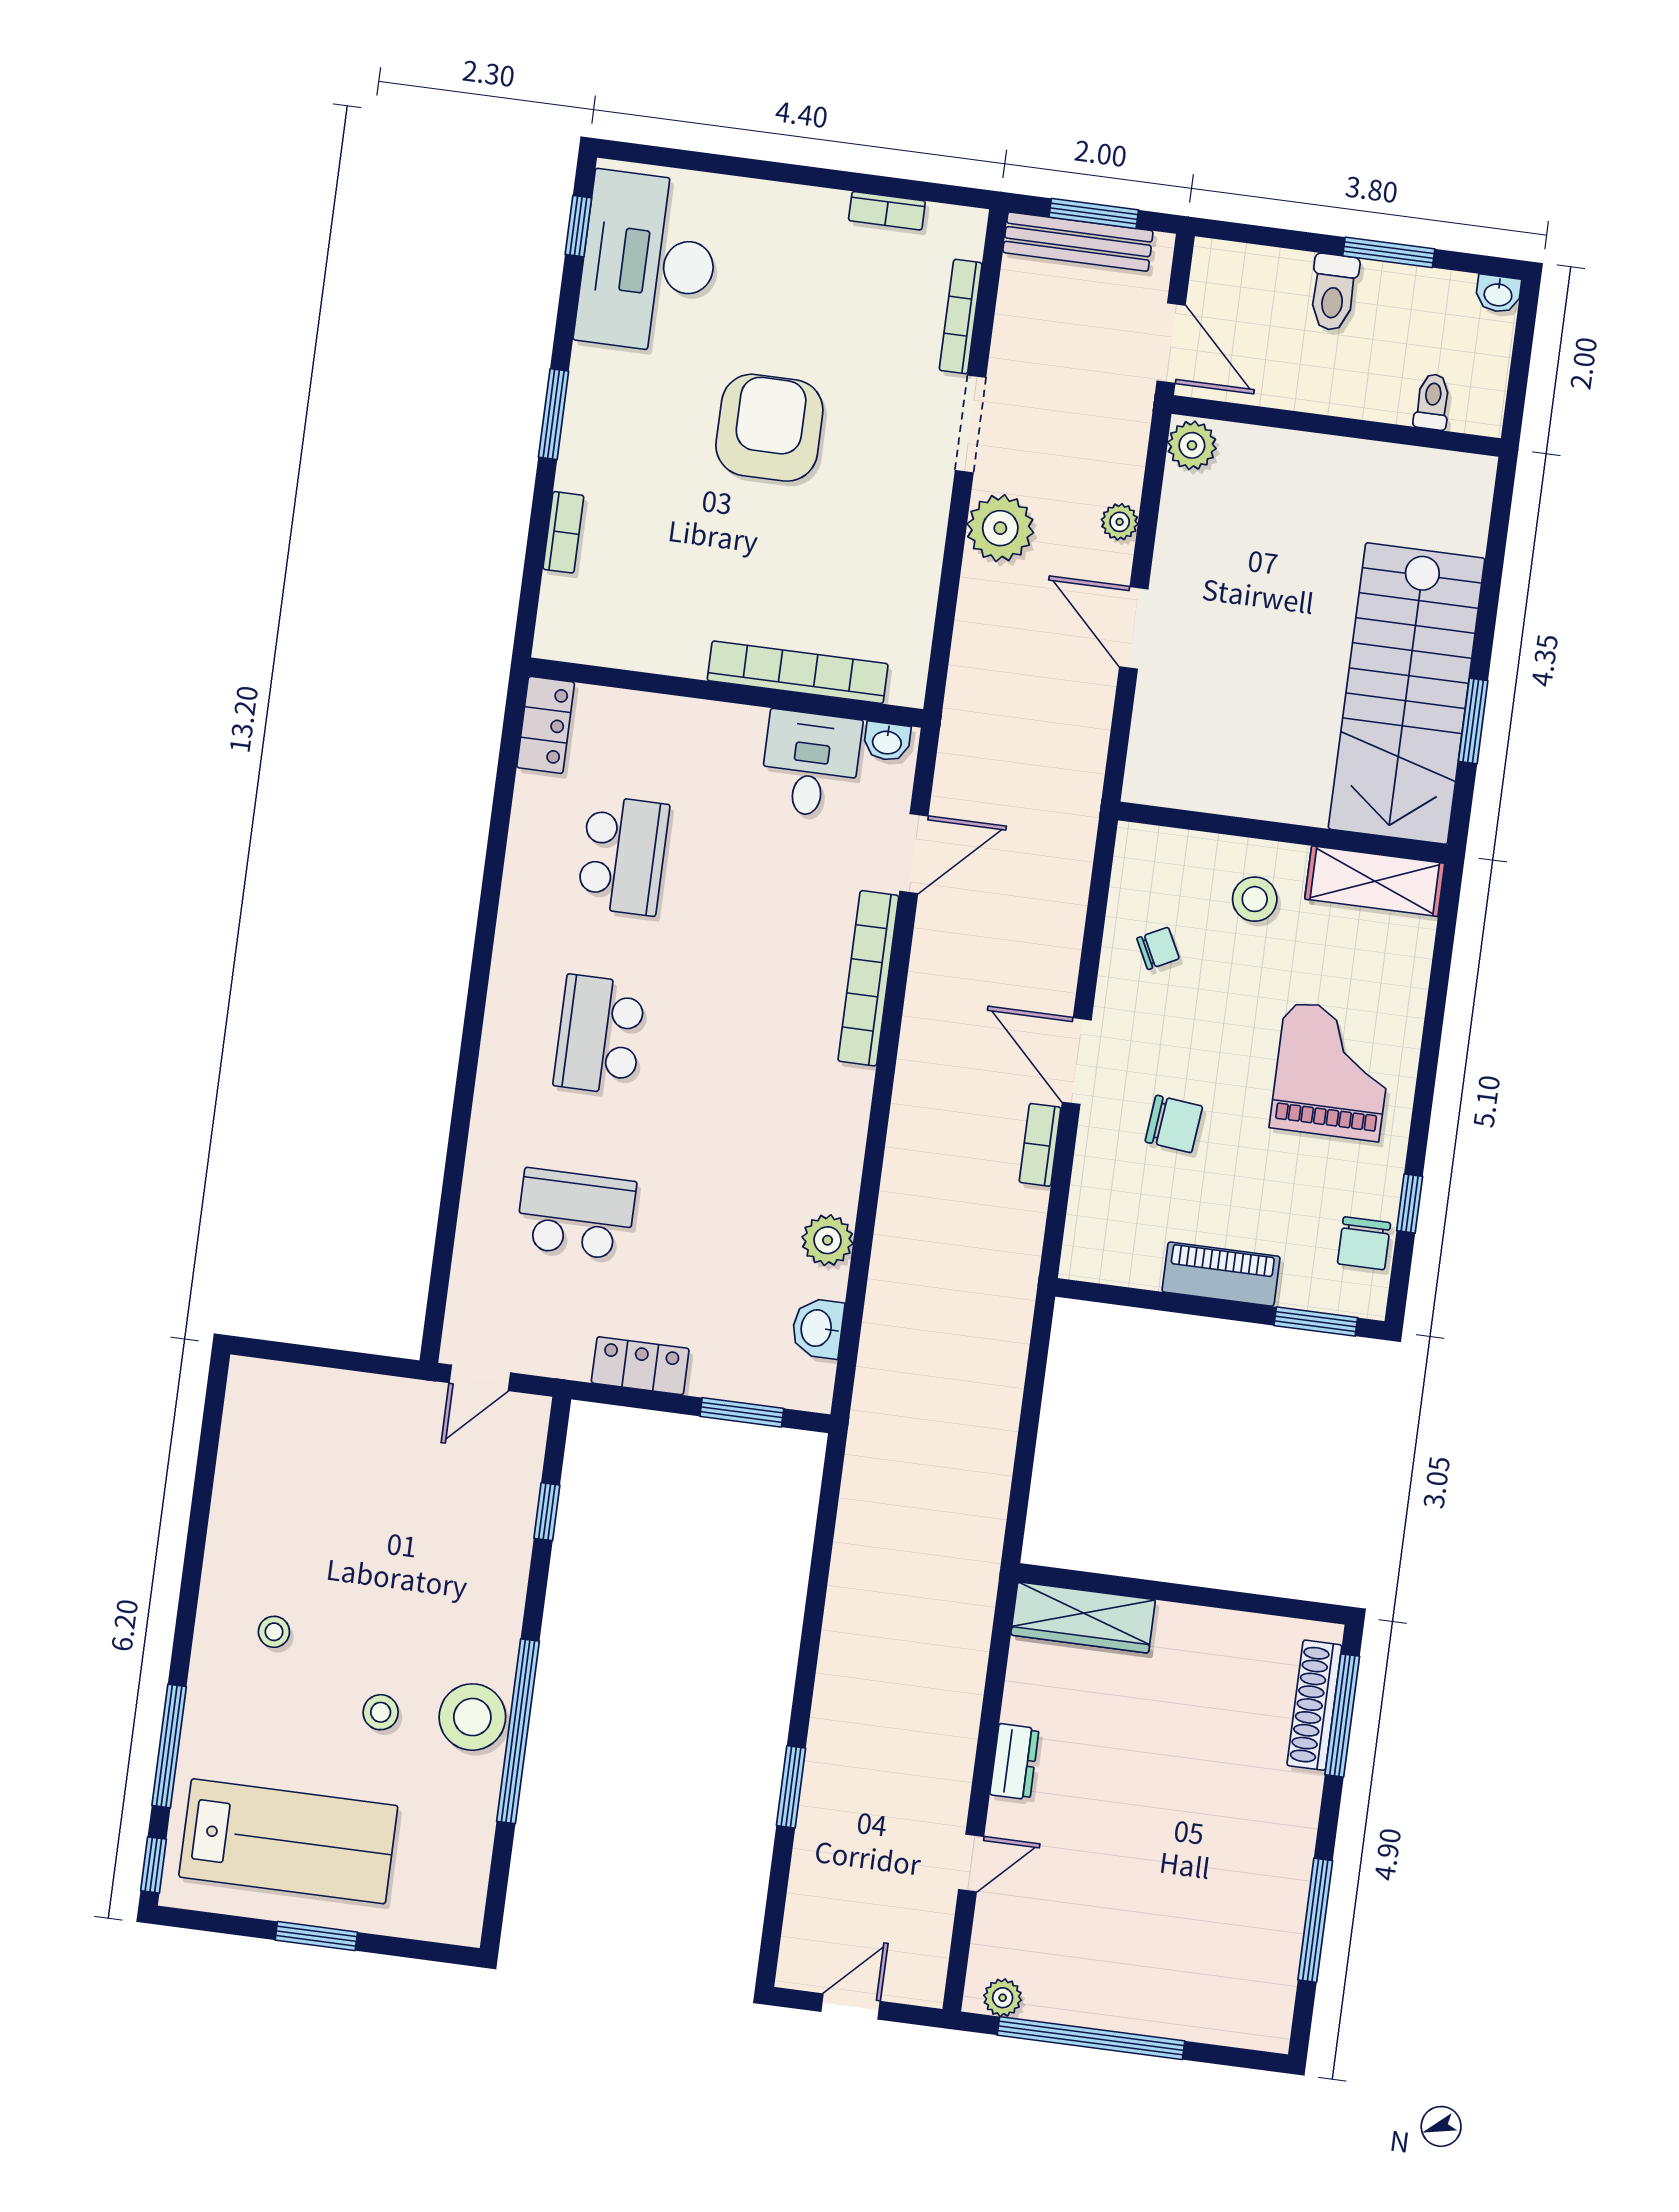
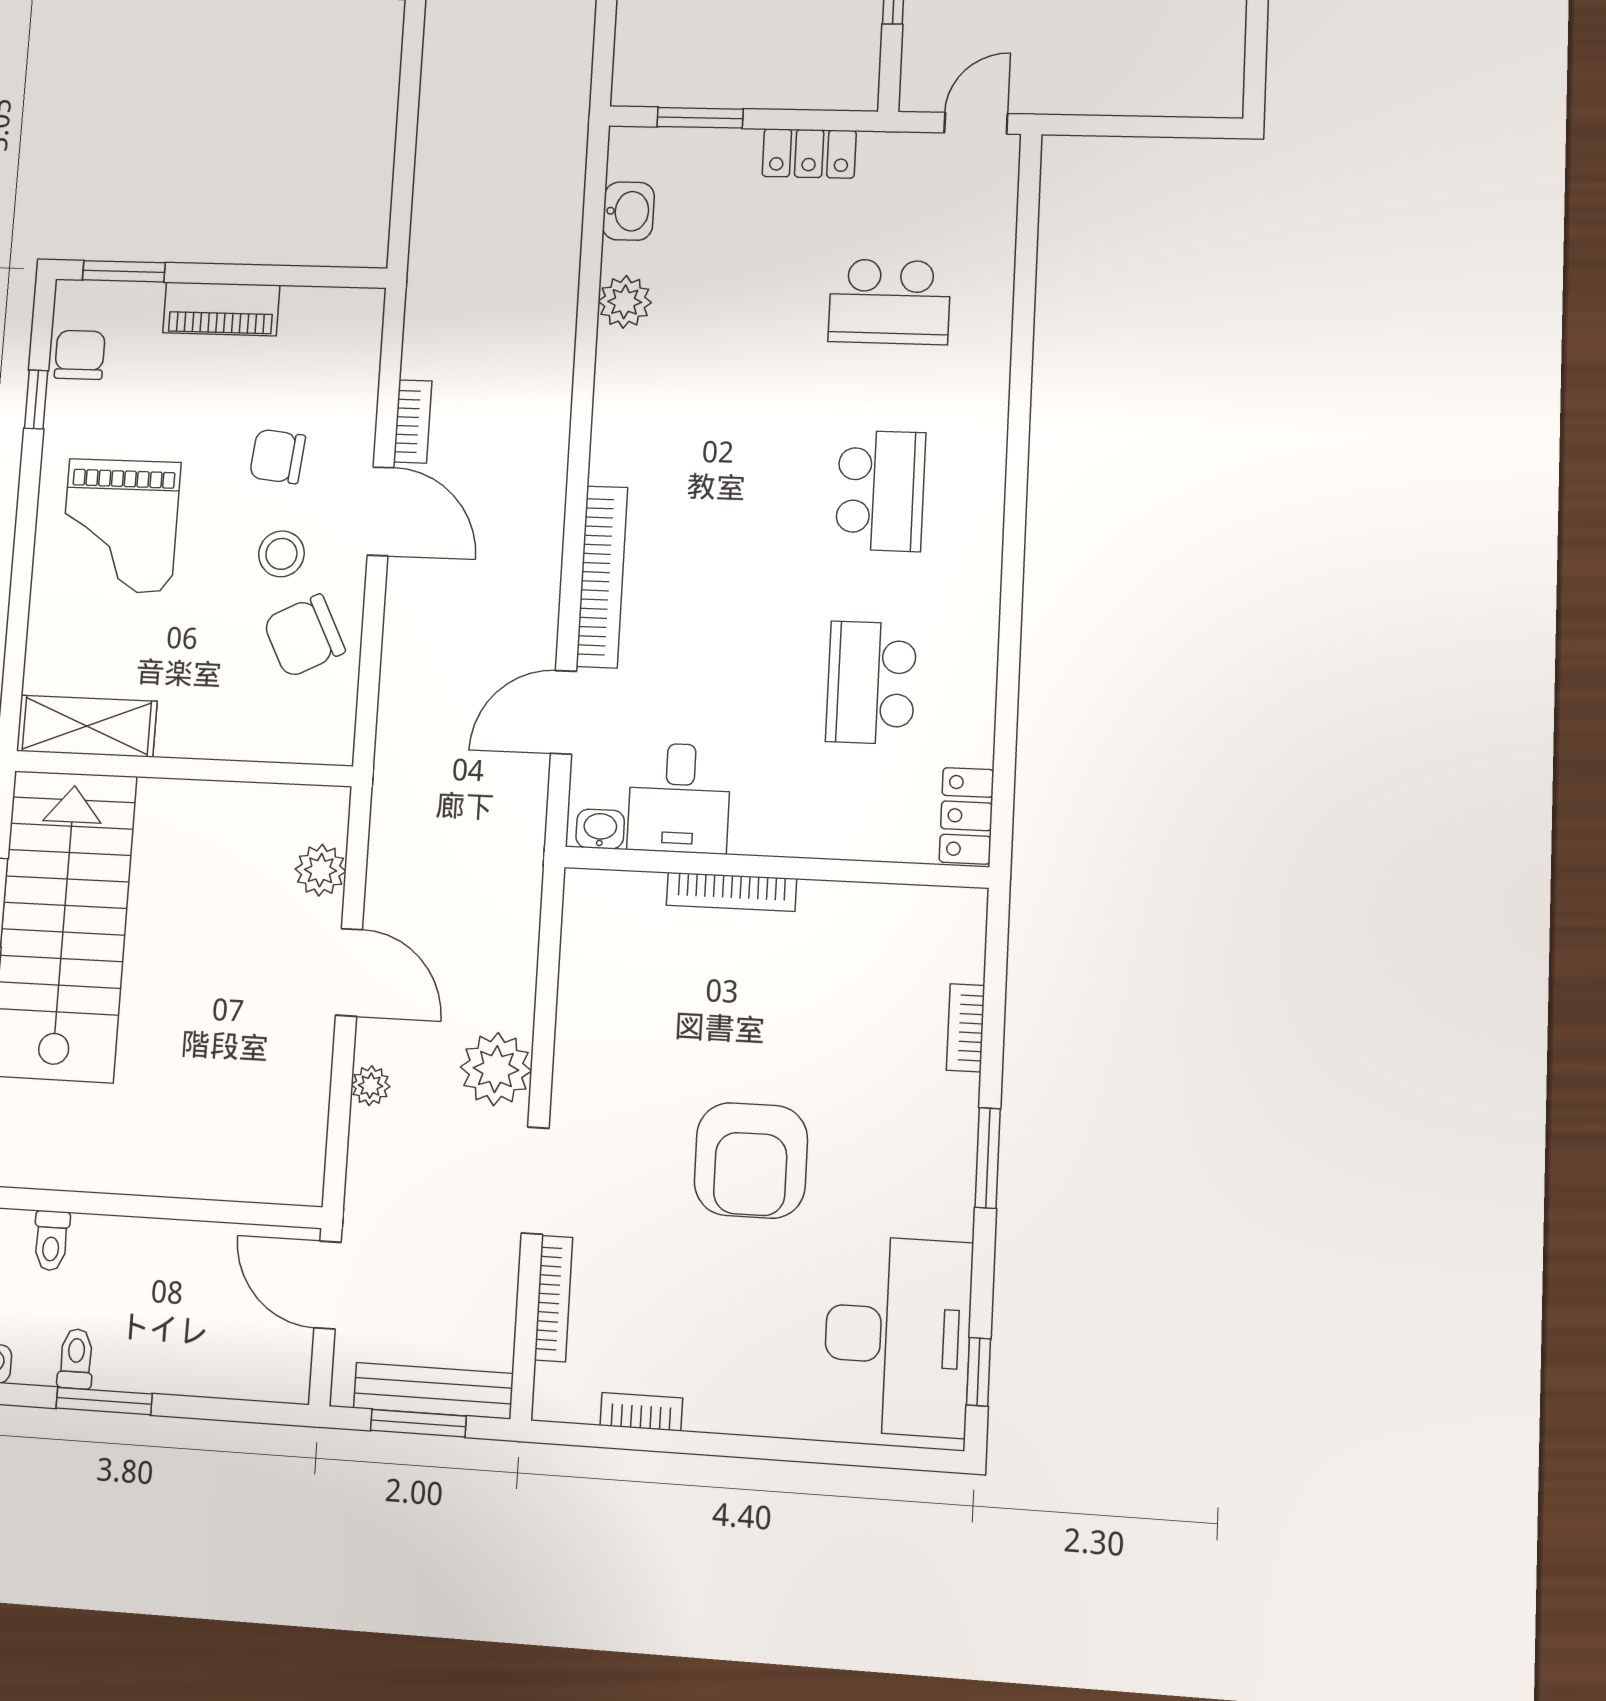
toilet: (1333, 292) -> (76, 1359), moved, width x0.73, depth x0.72
plant: (1192, 445) -> (321, 870), moved
bookcase: (798, 672) -> (731, 892), width x0.68, depth x0.76
stool: (1255, 899) -> (281, 554), moved
chair: (1158, 948) -> (304, 636), width x1.87, depth x1.87

